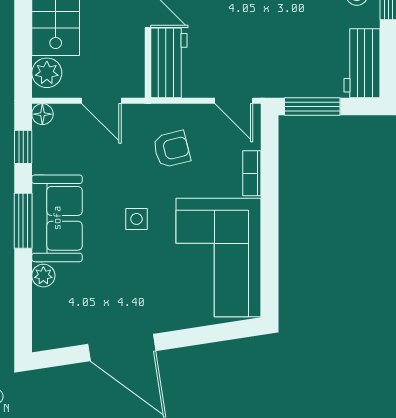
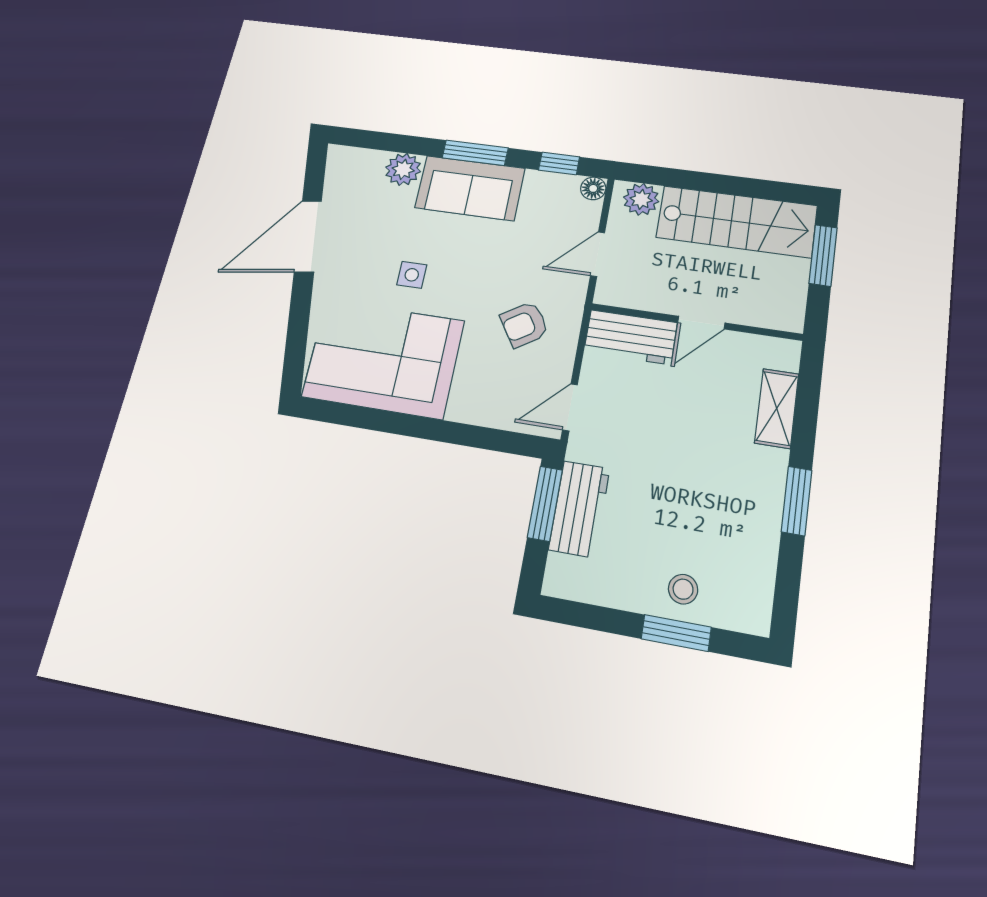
workbench: (362, 63) -> (579, 509), moved, turned 90
armchair: (172, 149) -> (524, 324), turned 71
bookcase: (252, 173) -> (476, 414), removed
side table: (137, 219) -> (412, 275), moved
plant: (43, 276) -> (403, 169), width x1.38, depth x1.38

